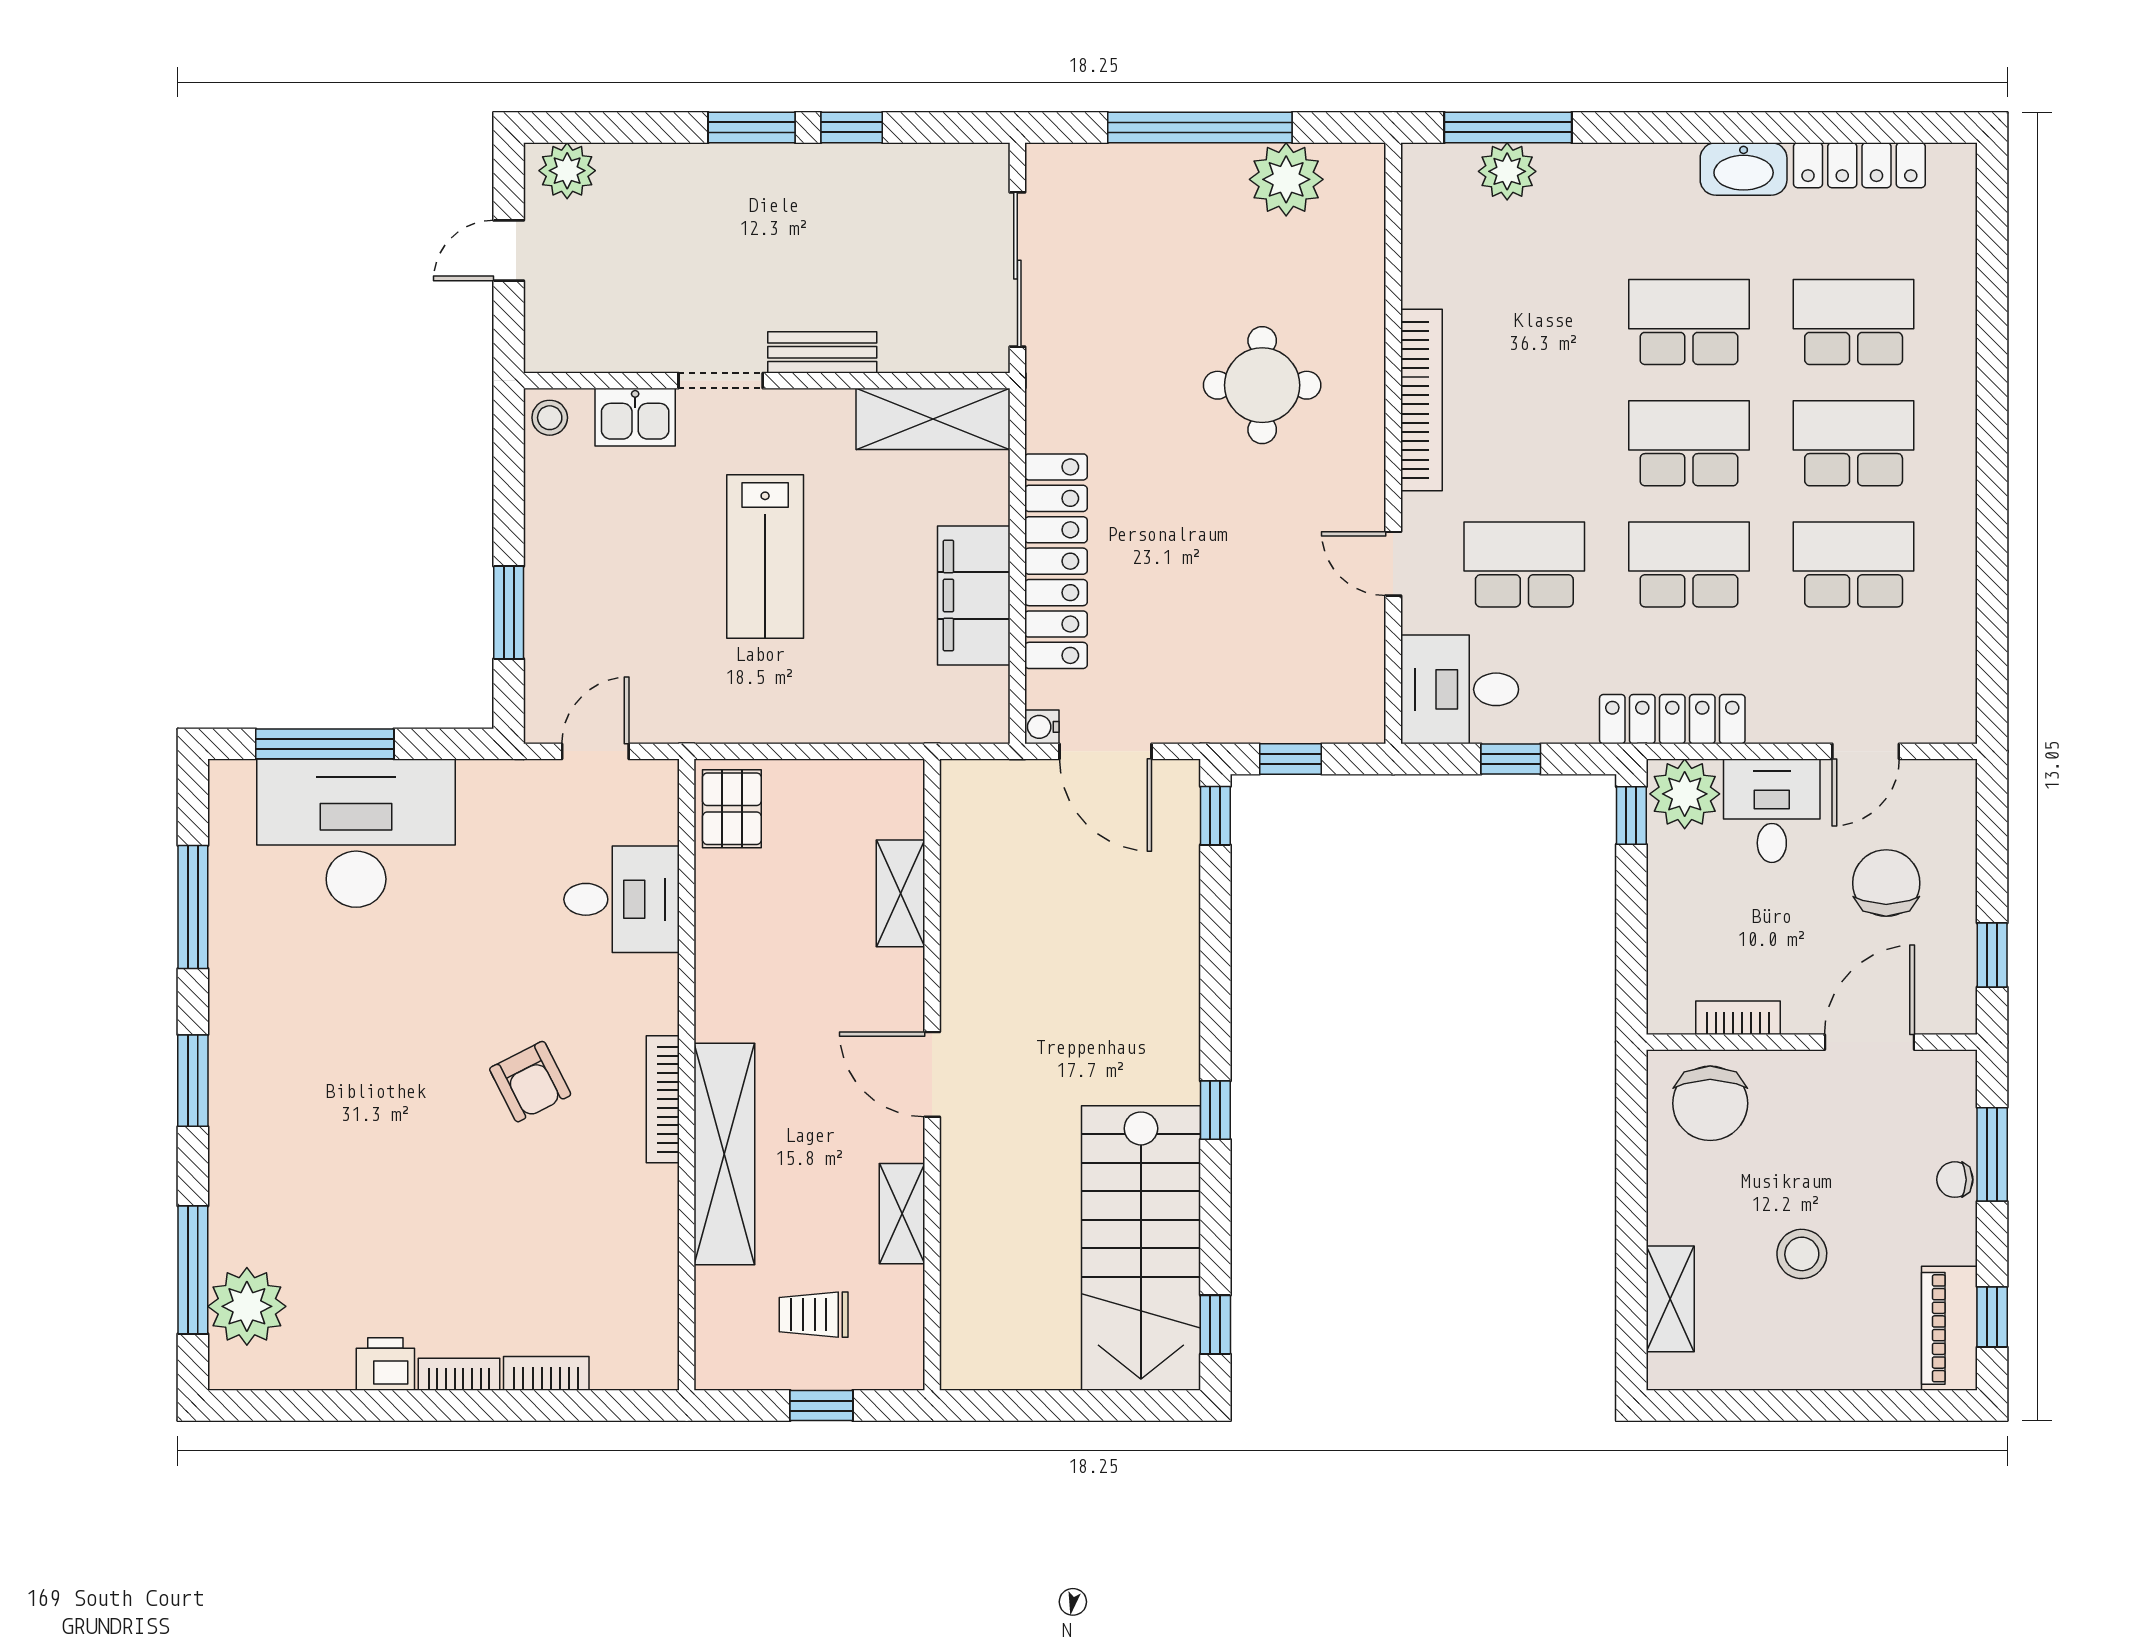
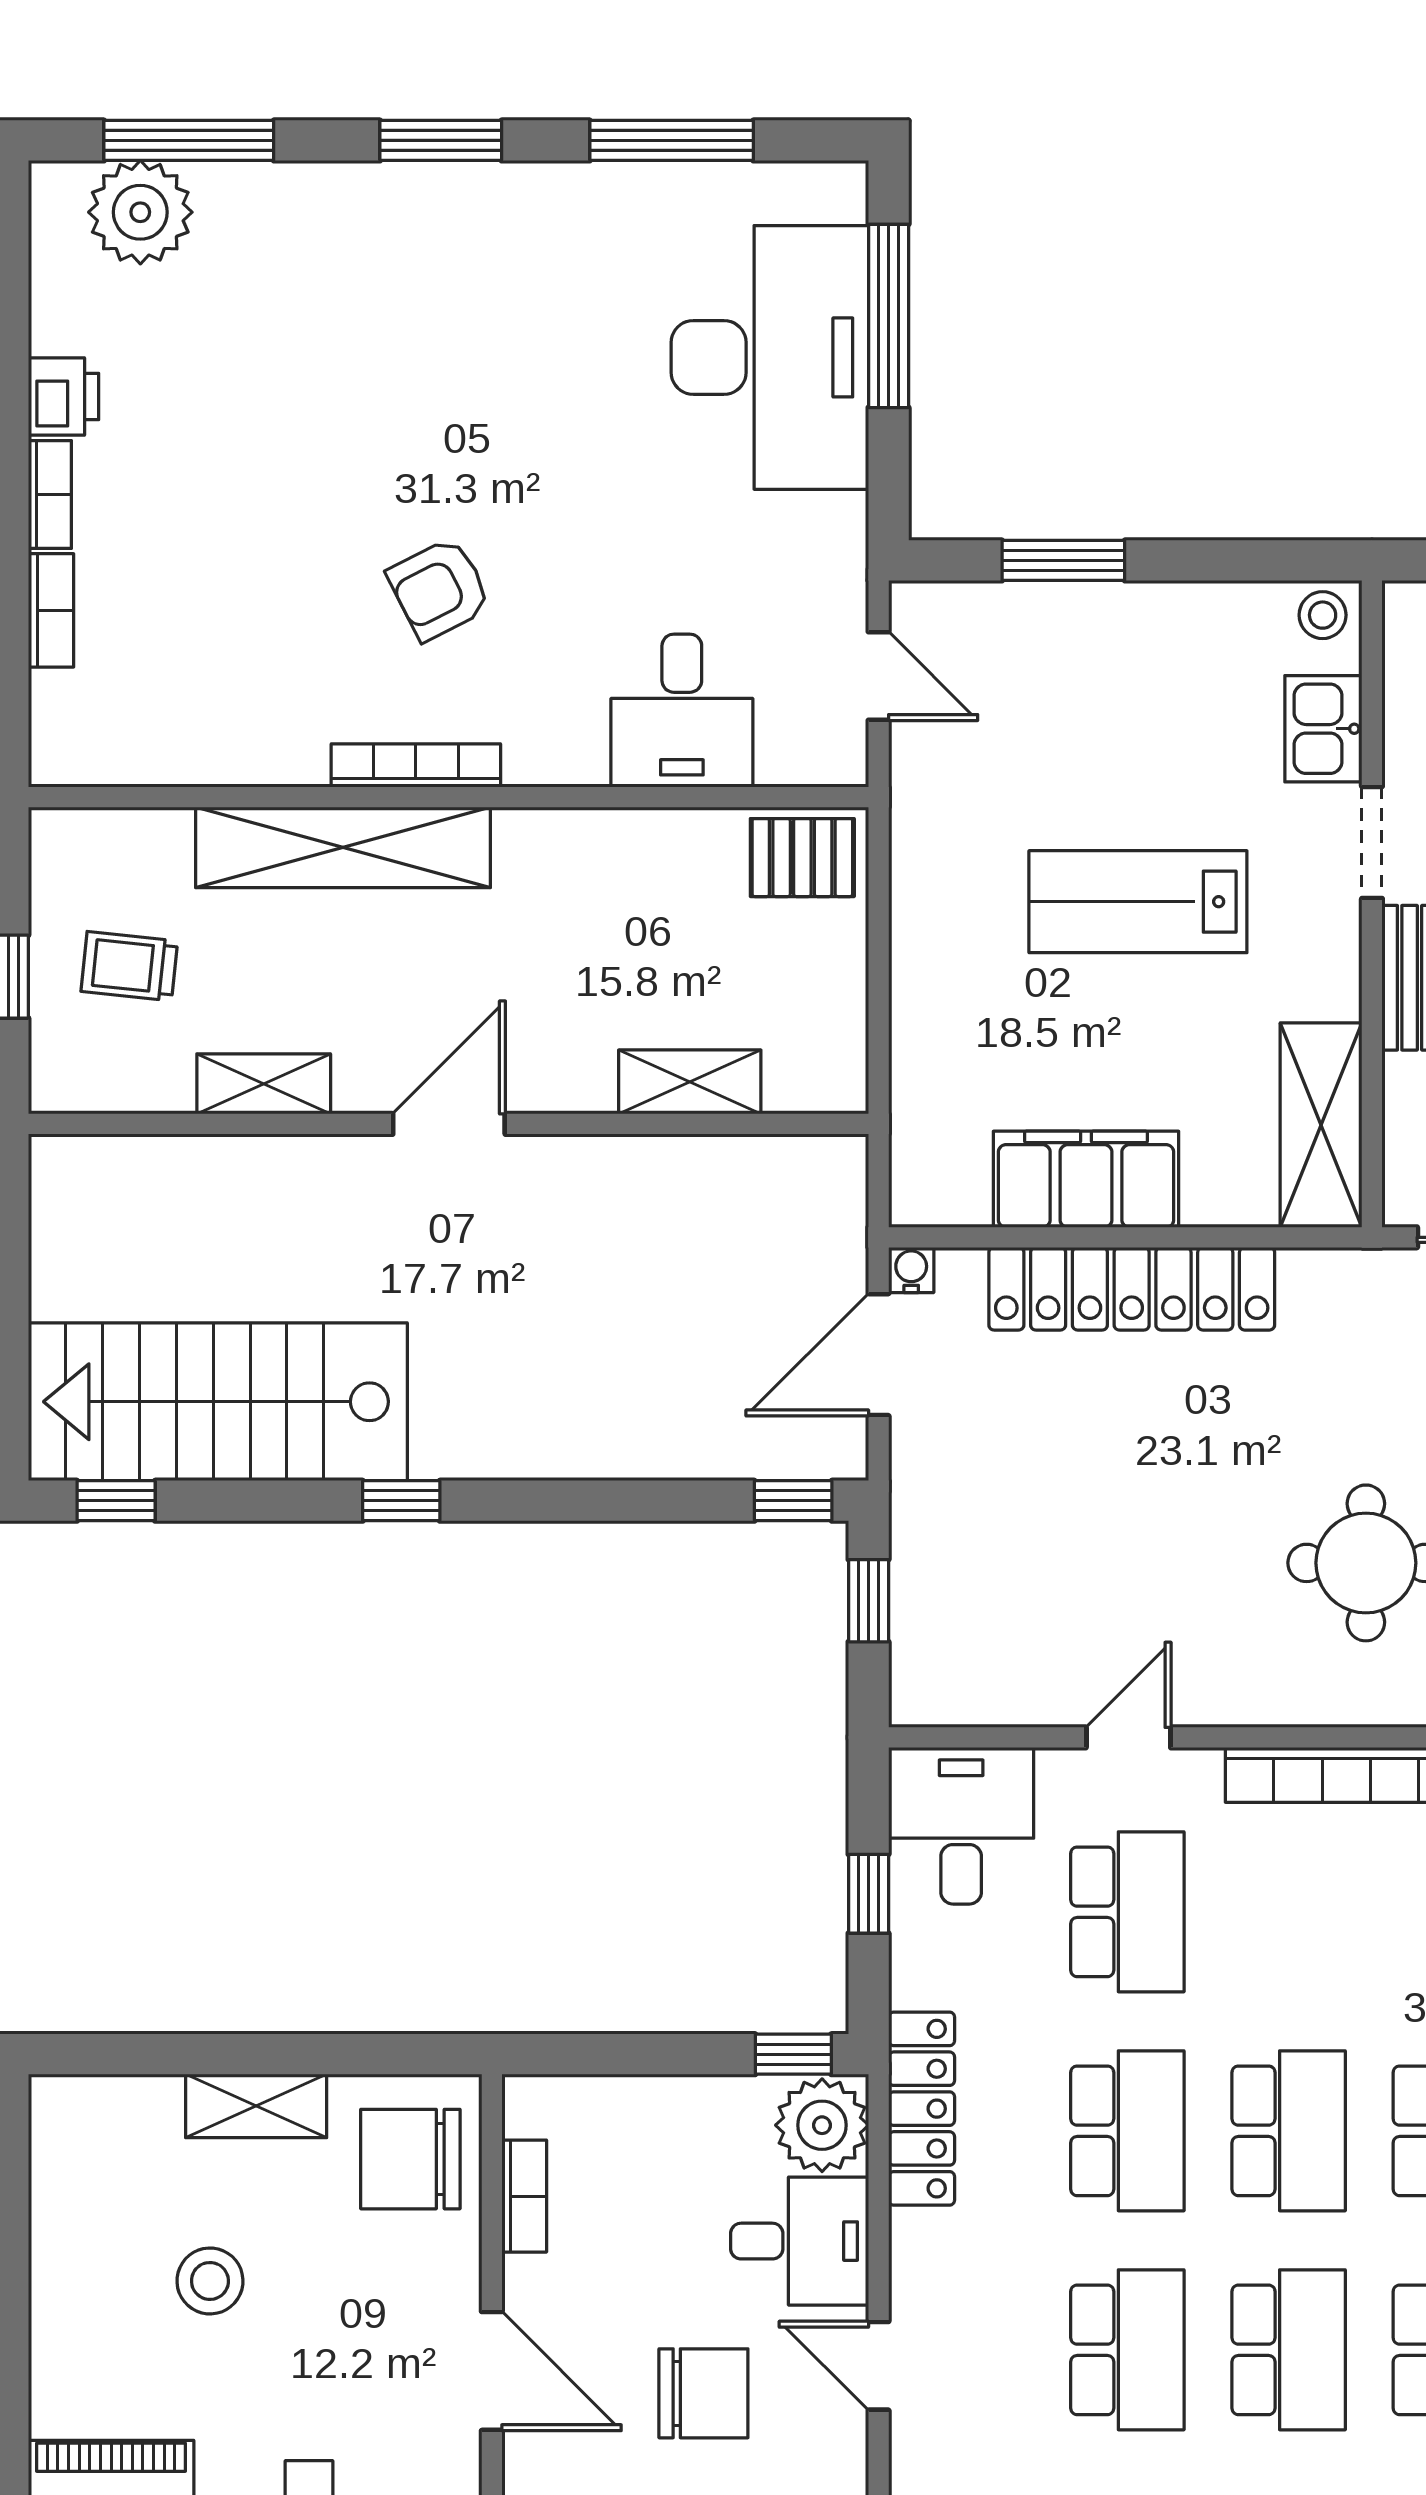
shelving: (1670, 1299) -> (256, 2106), moved
trolley: (814, 1315) -> (129, 966), turned -84

